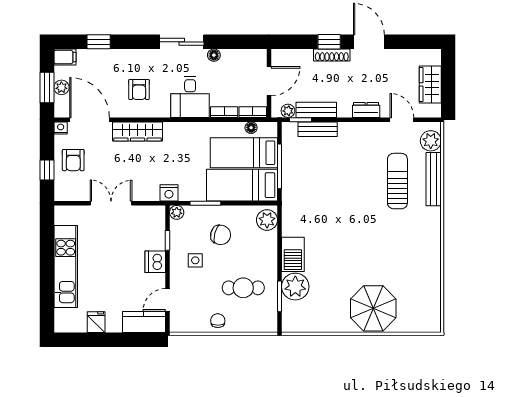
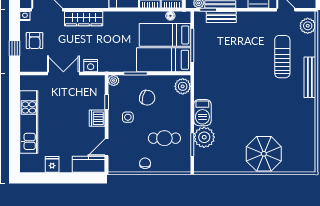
bench: (434, 179) -> (310, 77), moved
nightstand: (169, 193) -> (91, 66), moved

